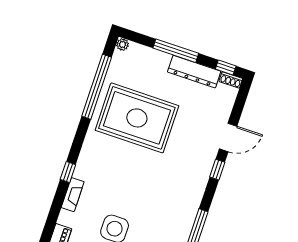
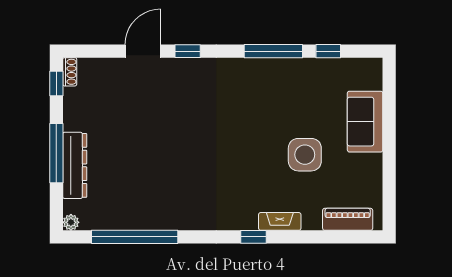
dresser: (194, 72) -> (75, 165), moved
rug: (137, 118) -> (157, 173), removed
door: (228, 137) -> (143, 51), hinge flipped

